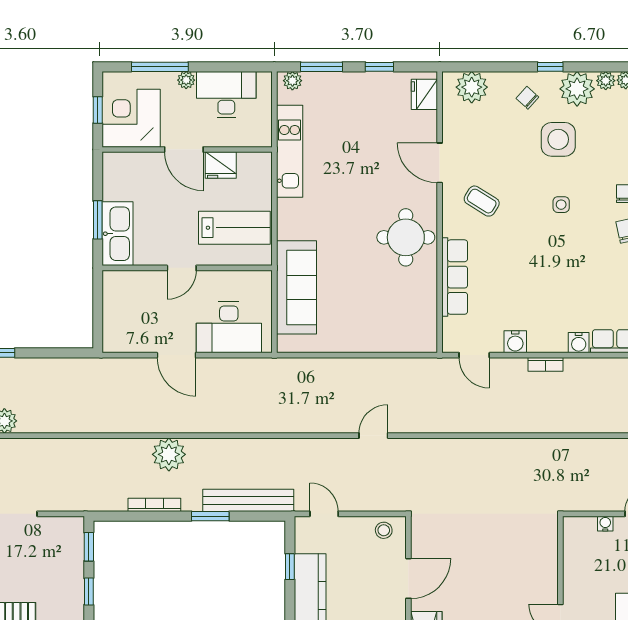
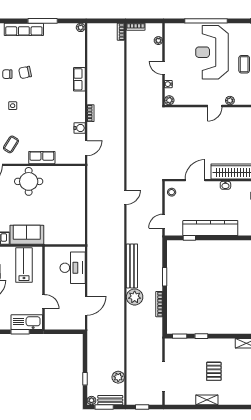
door: (182, 268) -> (44, 302), moved
row of seats: (455, 277) -> (42, 158), width x0.68
sofa: (296, 287) -> (27, 235), moved, width x0.73
water cooler: (579, 343) -> (80, 97), removed
door: (176, 355) -> (86, 306), moved
door: (373, 436) -> (125, 197), swing flipped
bench: (248, 500) -> (132, 266), moved
plant: (572, 526) -> (169, 100), added
door: (408, 578) -> (195, 180), hinge flipped

